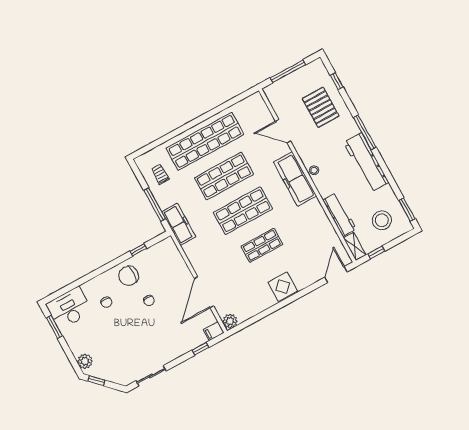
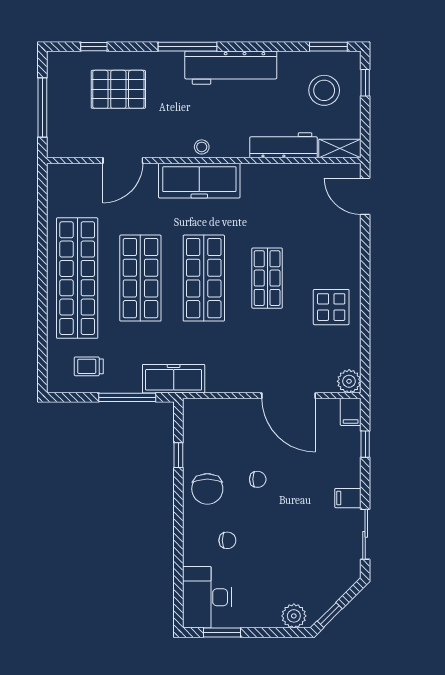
window: (376, 252) -> (365, 83), moved
display table: (283, 287) -> (331, 307), moved
filing cabinet: (166, 355) -> (348, 498), added

